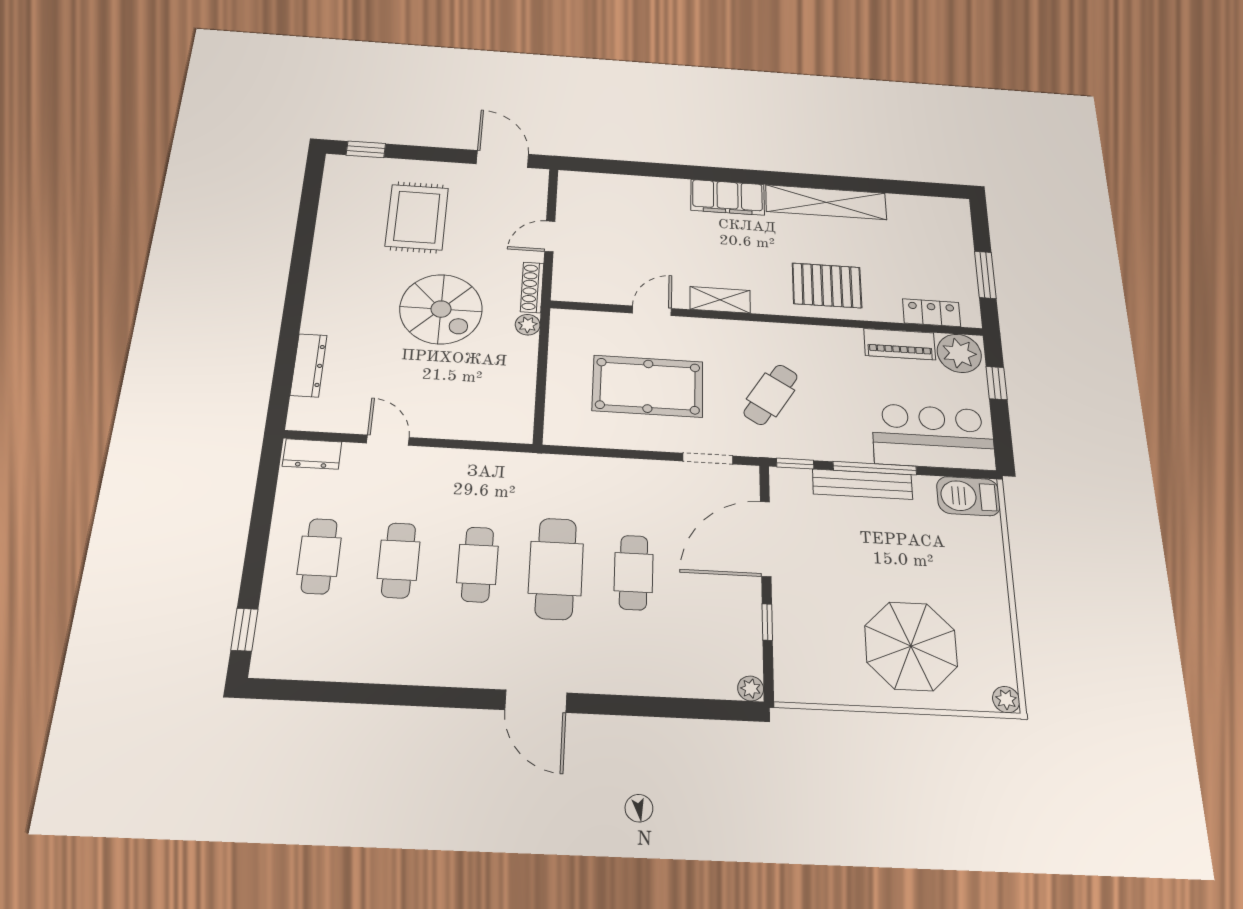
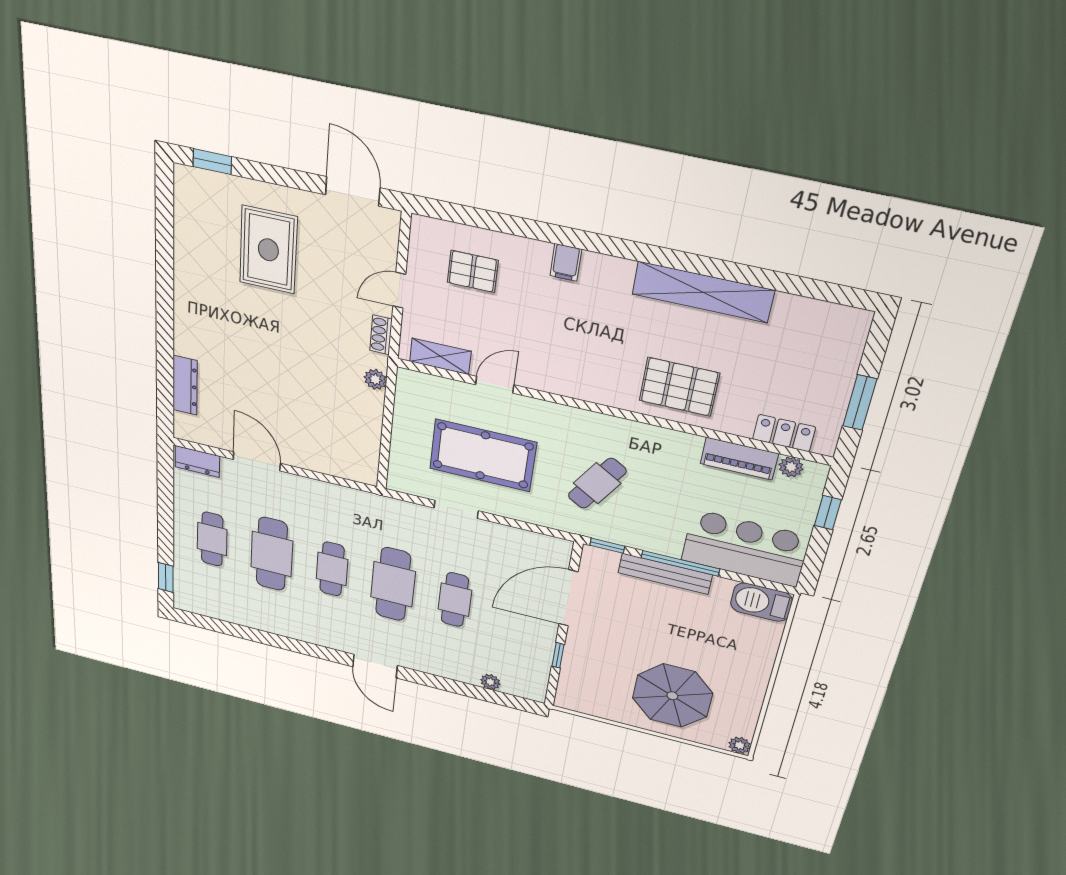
filing cabinet: (727, 197) -> (566, 262), width x0.33, depth x0.86
pallet: (619, 211) -> (473, 271), added
shoe rack: (532, 287) -> (381, 335), width x0.70
shelving: (720, 300) -> (440, 356), moved
spiral stairs: (441, 309) -> (296, 351), removed
plant: (959, 353) -> (791, 467), width x0.53, depth x0.53
door: (388, 440) -> (257, 461), width x1.38
doorway: (708, 459) -> (456, 509), moved
cafe table: (399, 560) -> (272, 554), width x1.37, depth x1.35
plant: (751, 688) -> (490, 682), moved

